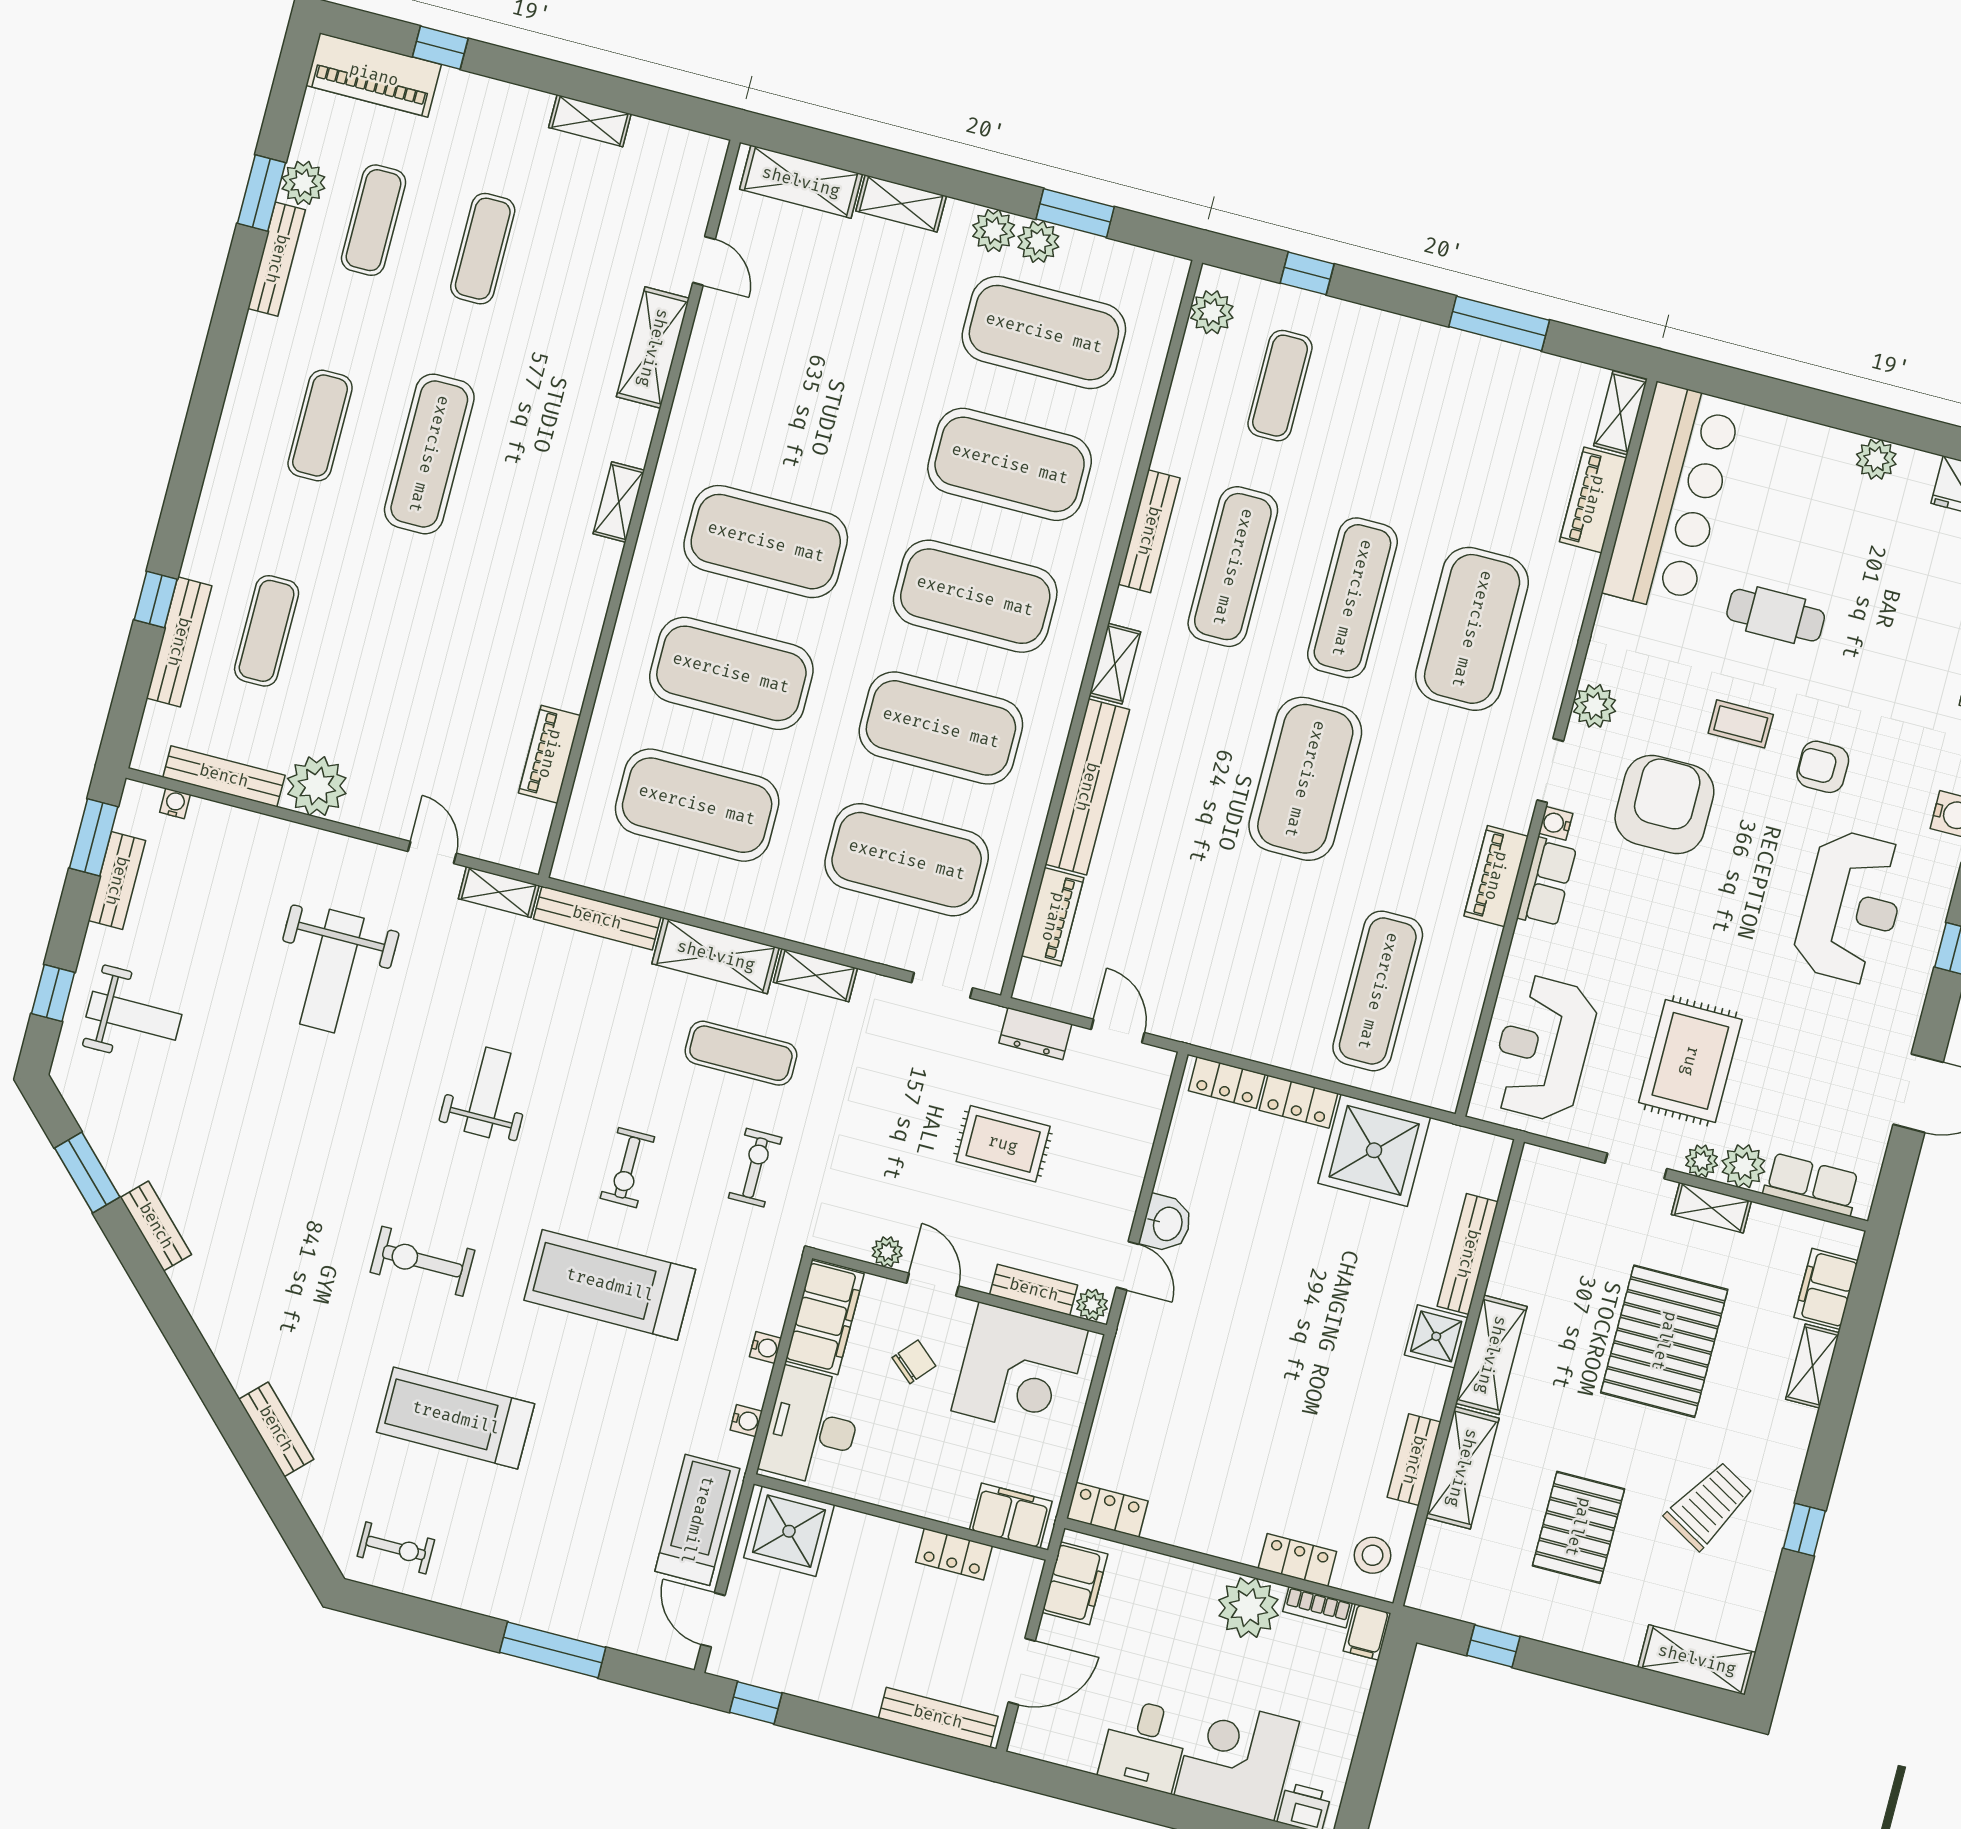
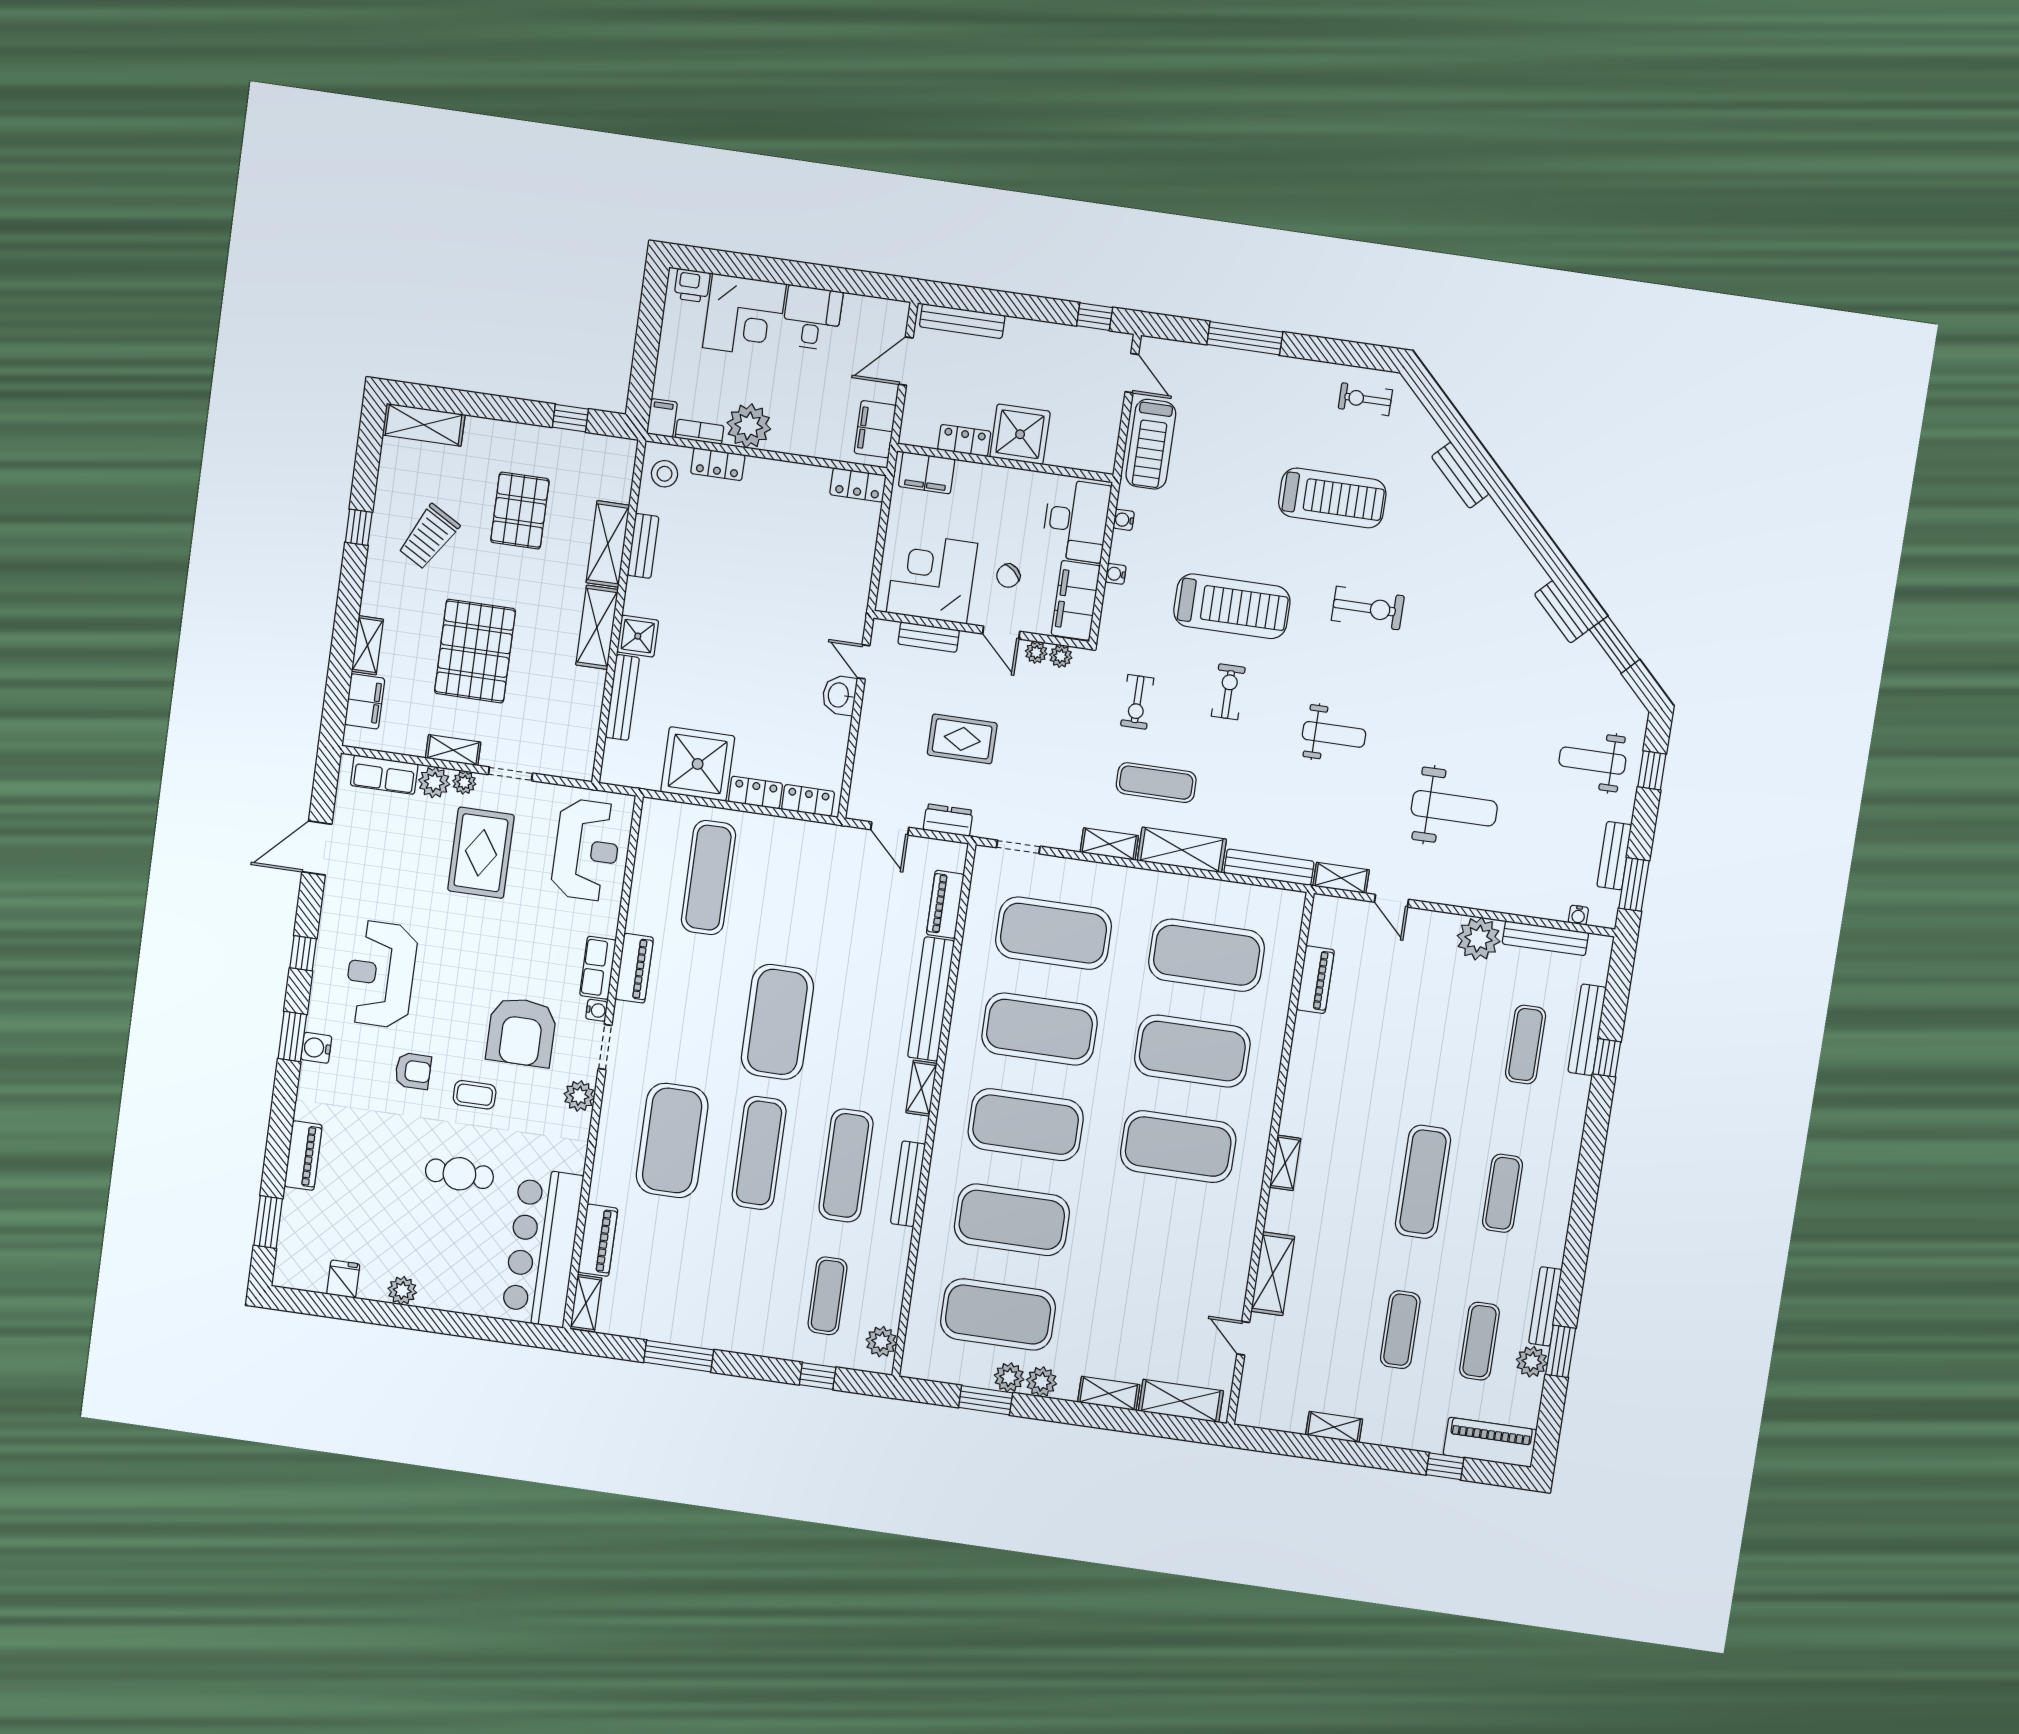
weight bench: (332, 971) -> (1454, 808), turned 90
weight bench: (488, 1092) -> (1334, 734), turned -90
plant: (1092, 1305) -> (1061, 656), moved
shower: (789, 1531) -> (1020, 434), moved

